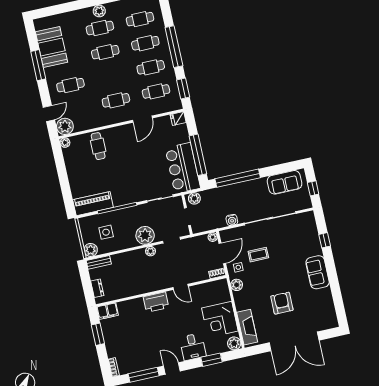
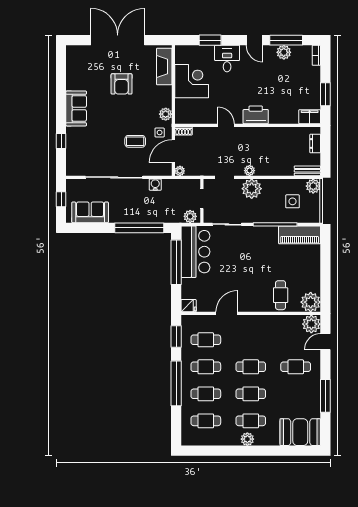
booth: (52, 47) -> (300, 432), moved, turned 90
cafe table: (116, 100) -> (251, 367), moved
plant: (65, 143) -> (311, 302), width x1.87, depth x1.87
plant: (234, 343) -> (284, 52), moved

